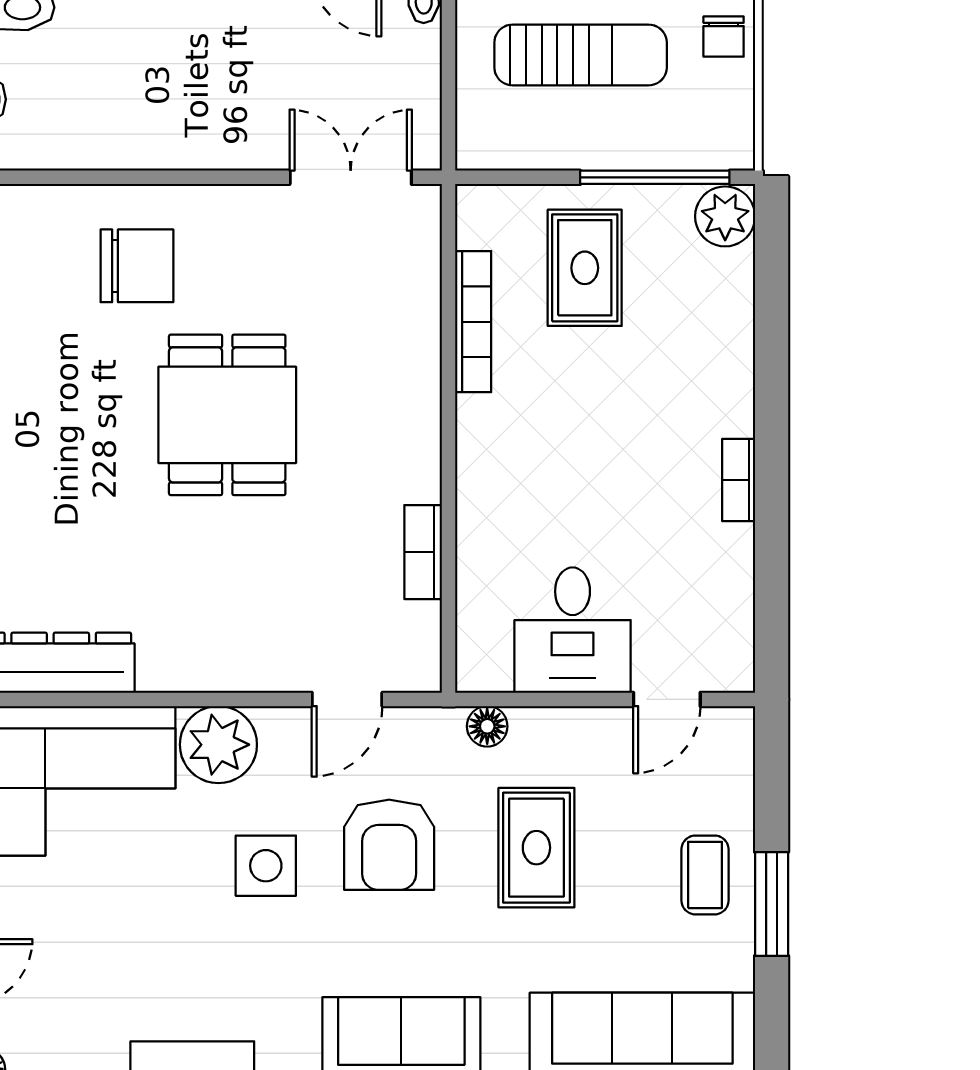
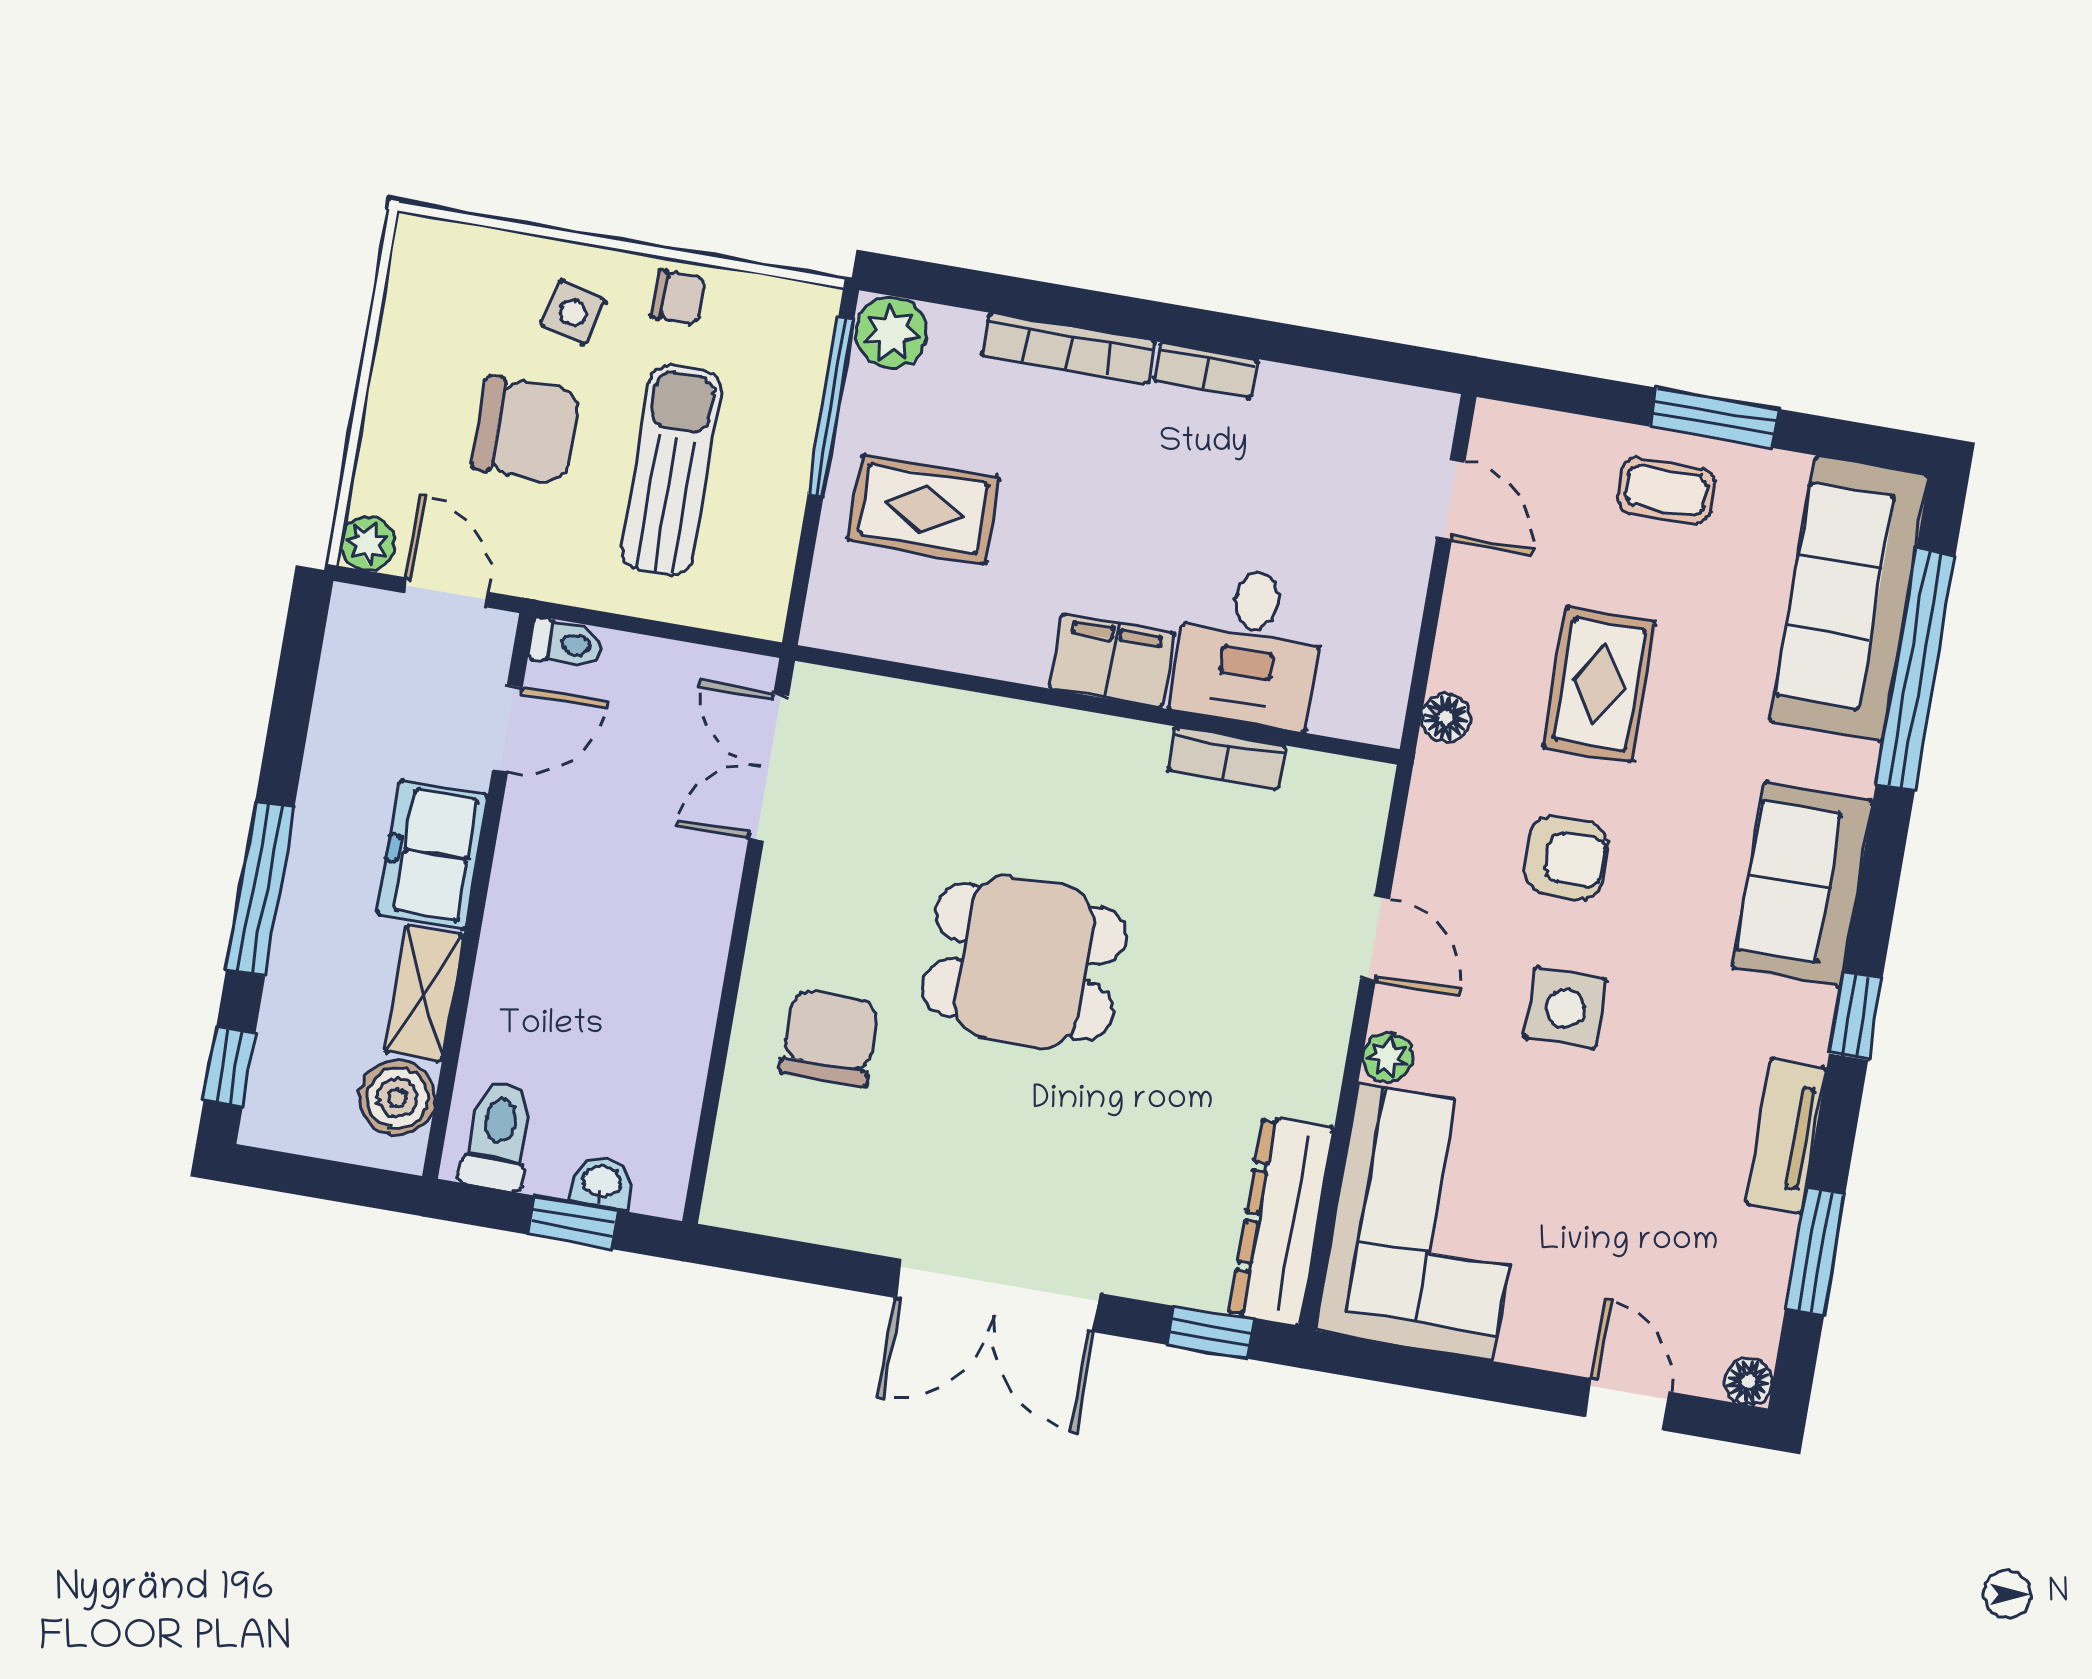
bookcase: (473, 322) -> (1068, 348), moved, turned 180
filing cabinet: (487, 444) -> (1112, 661), added
desk: (573, 630) -> (1249, 647), moved, turned 90
door: (347, 699) -> (1375, 938), moved
plant: (218, 745) -> (1388, 1057), width x0.53, depth x0.53
armchair: (389, 845) -> (1566, 858), width x0.72, depth x0.72
rug: (536, 848) -> (1599, 684), turned 90

